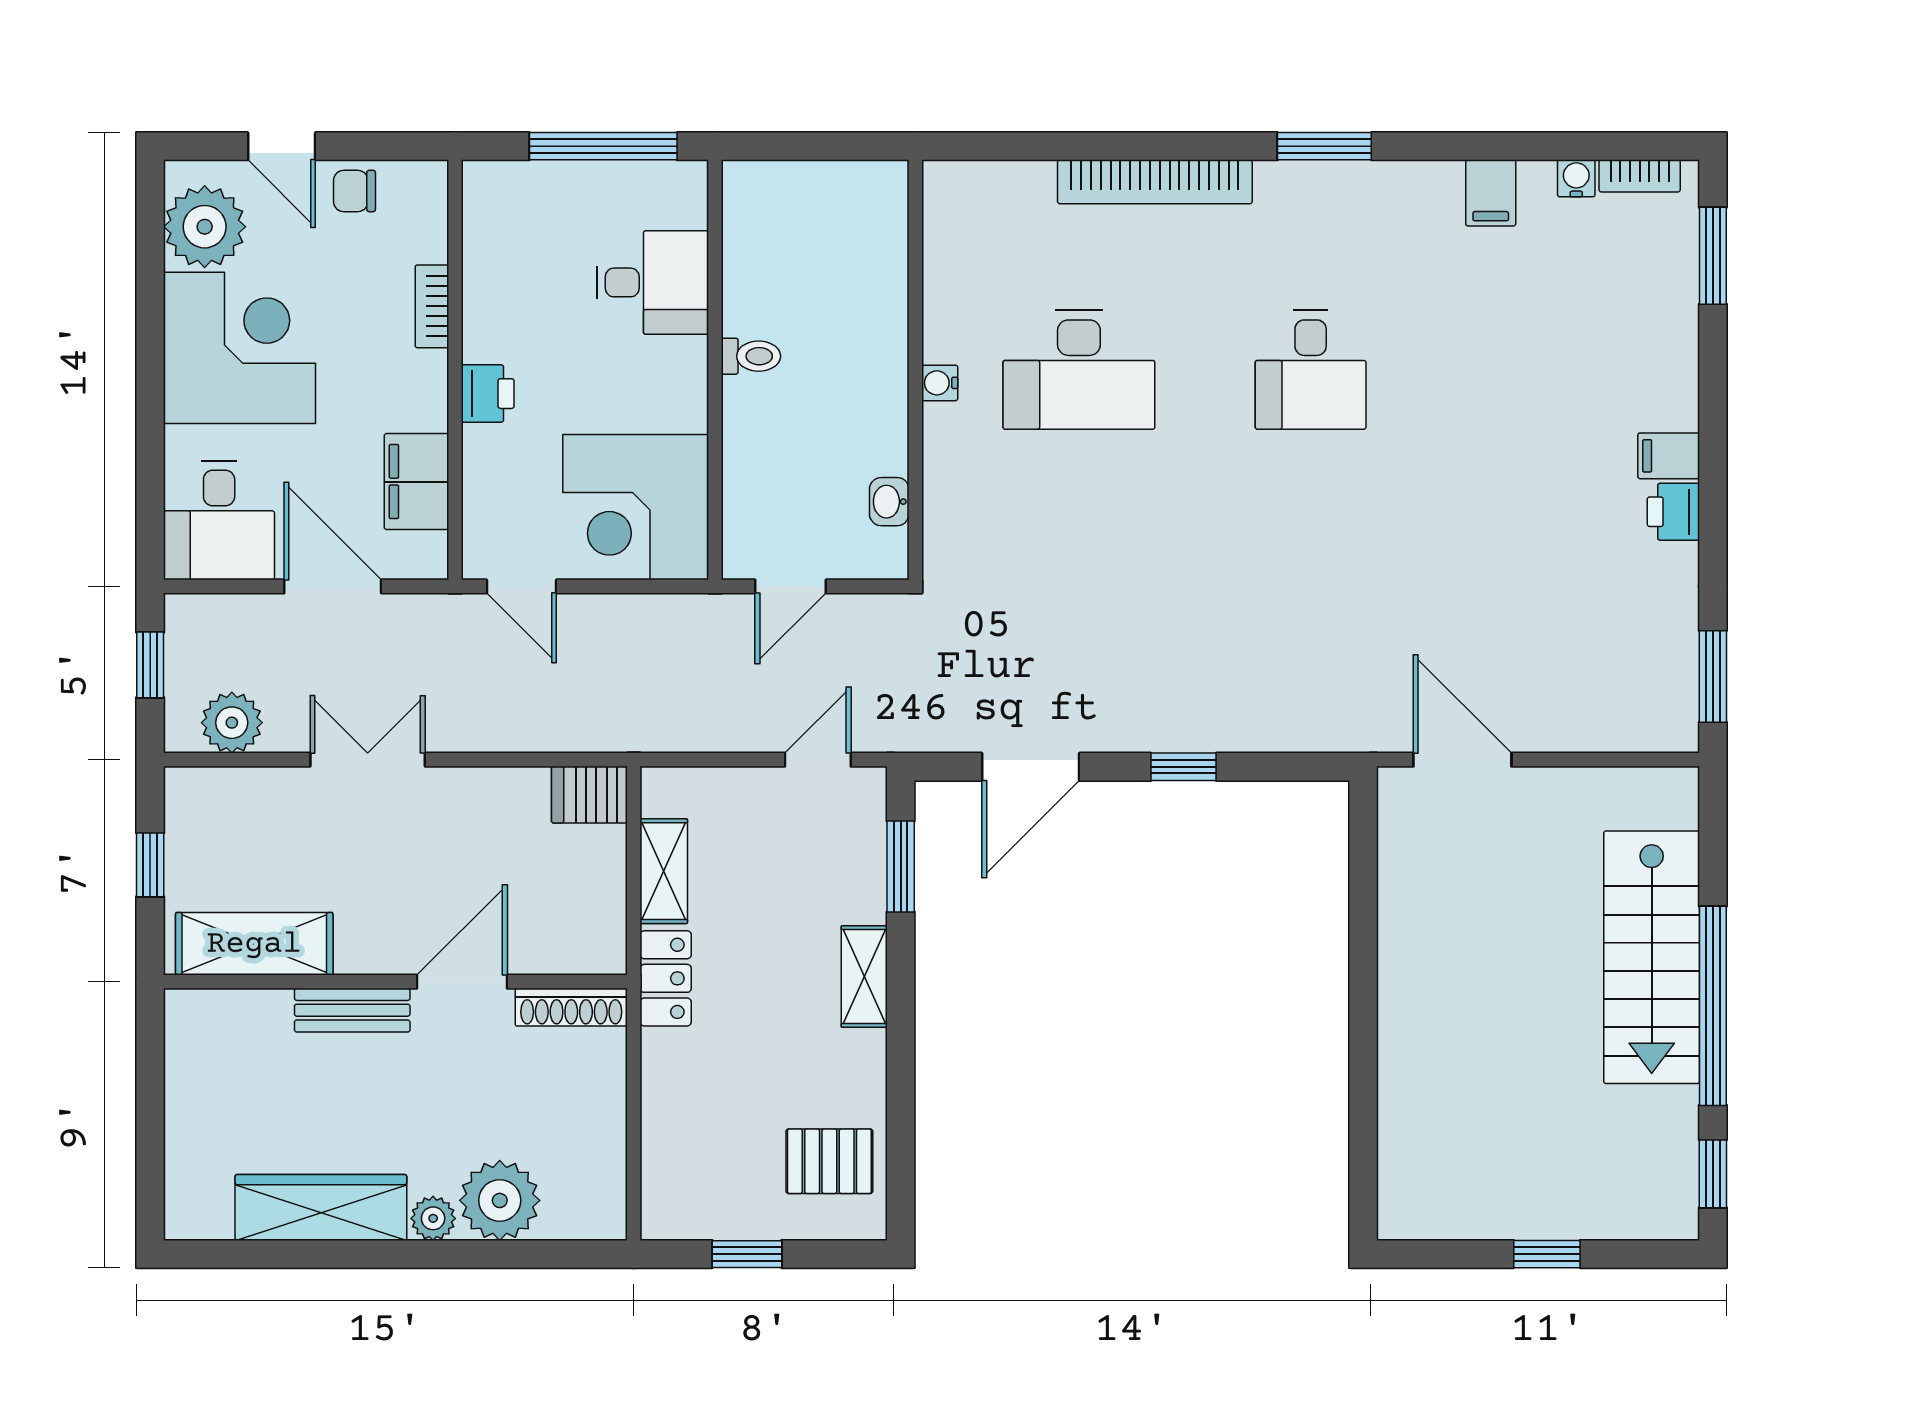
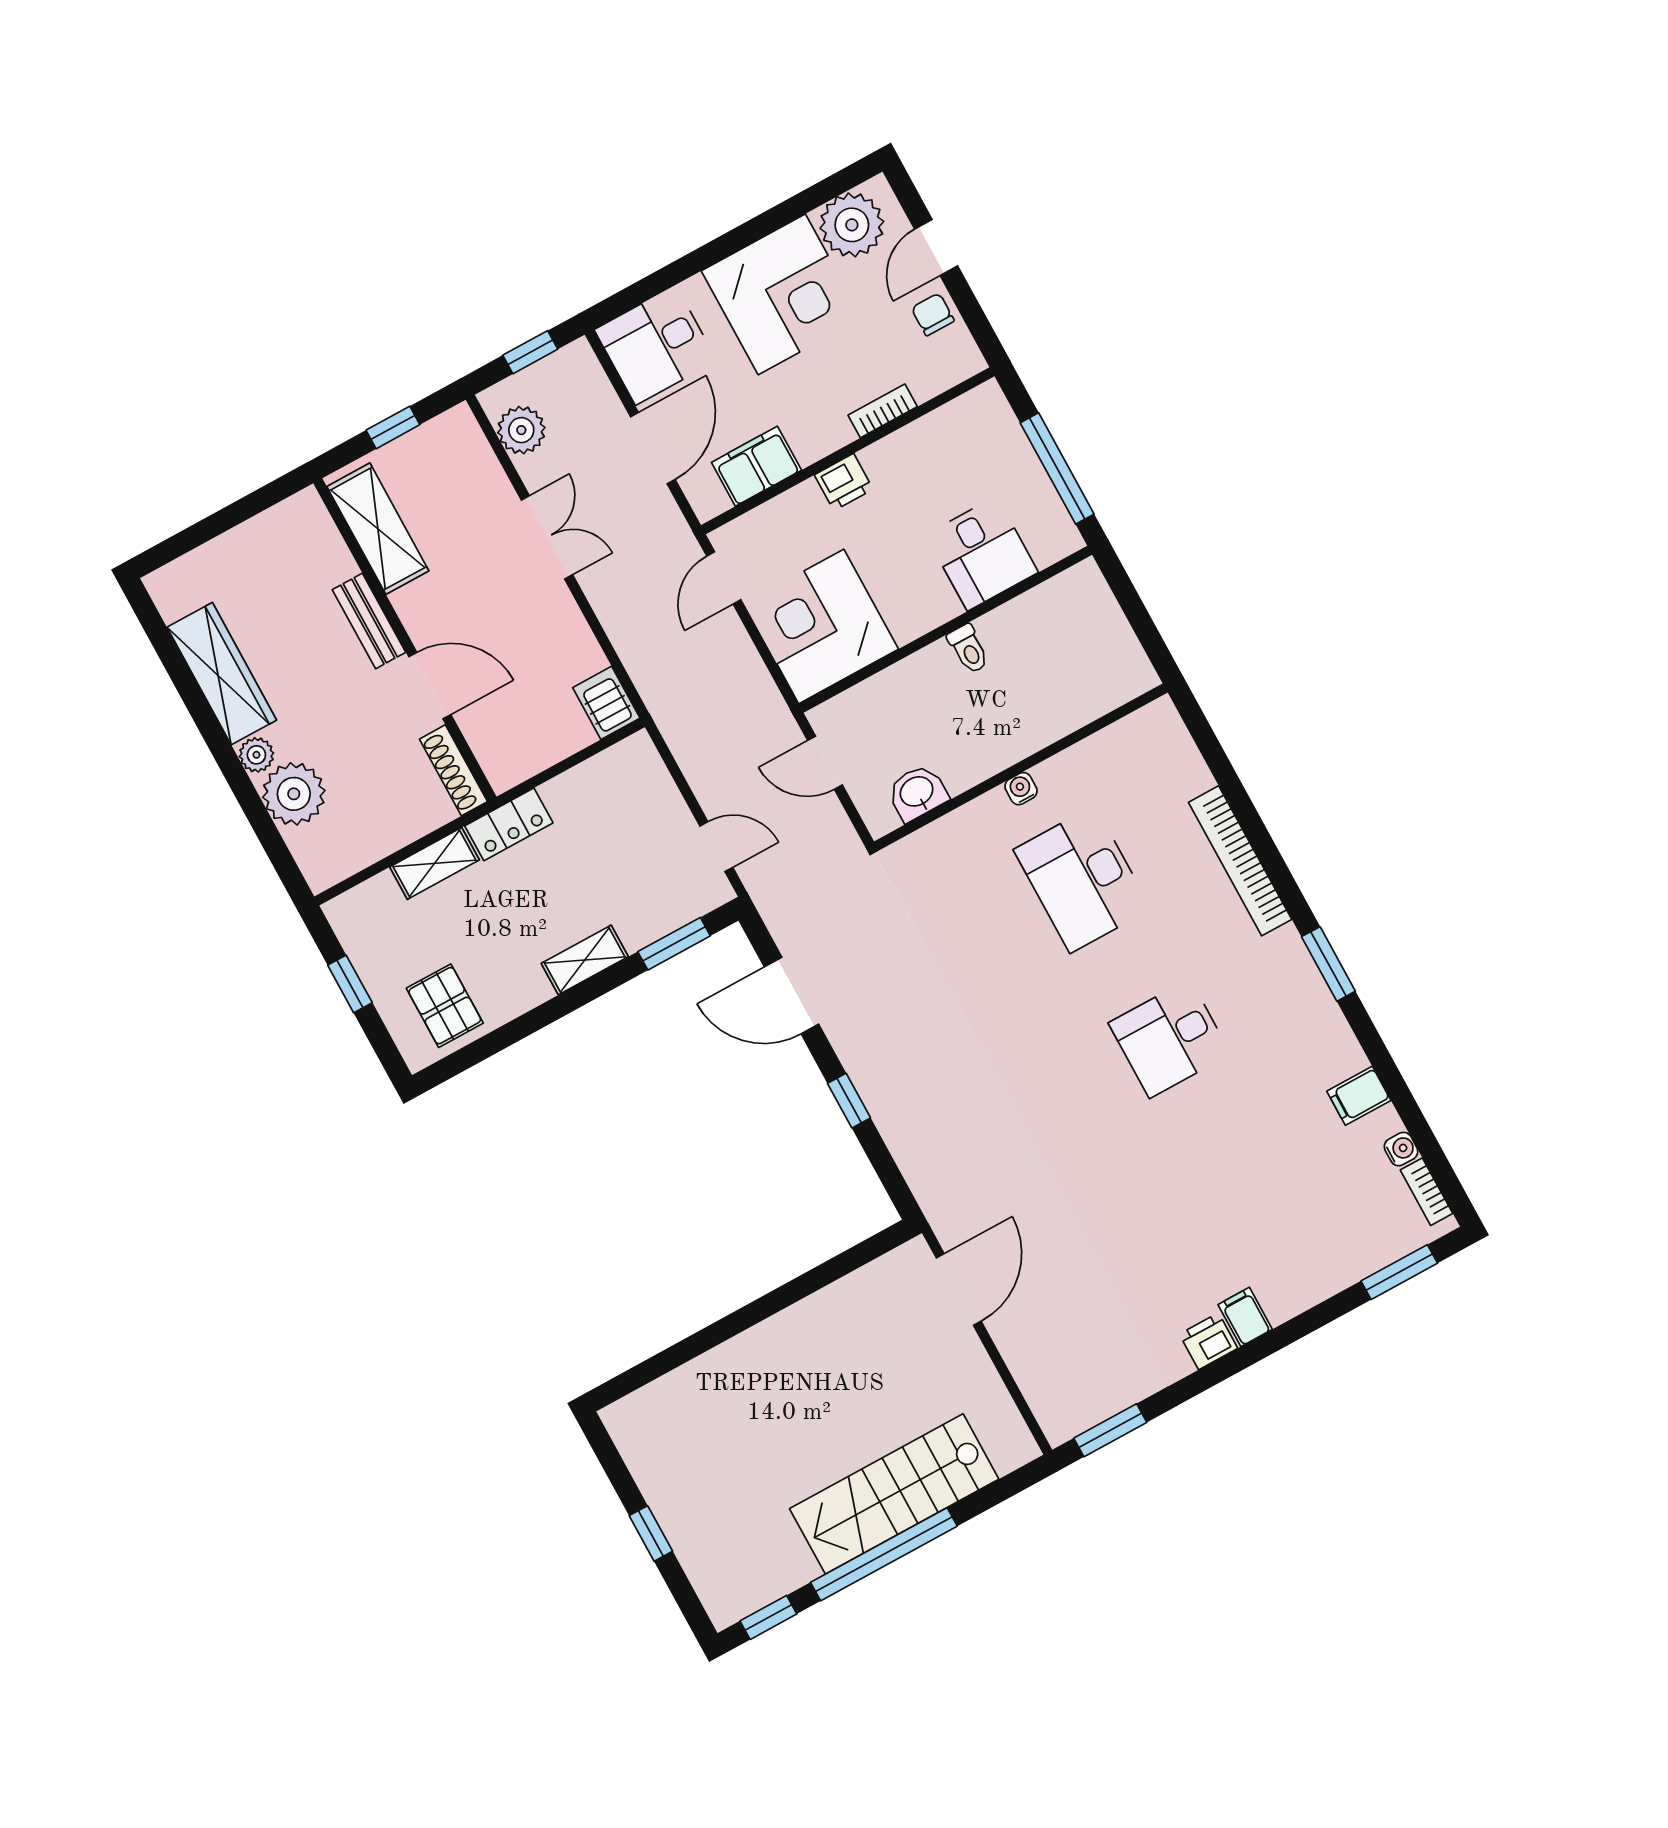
washbasin: (889, 502) -> (917, 793), width x1.38, depth x1.45
shelving: (664, 871) -> (434, 863), moved

